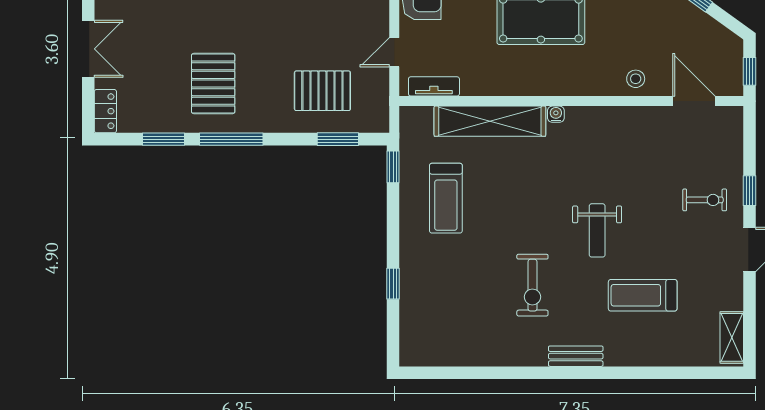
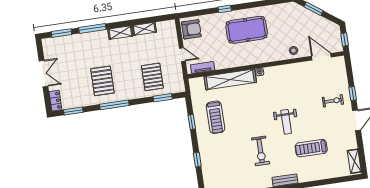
door: (394, 52) -> (182, 55), swing flipped
pallet: (322, 91) -> (152, 77), turned 90
window: (164, 139) -> (73, 111), moved
window: (393, 167) -> (192, 122), moved

